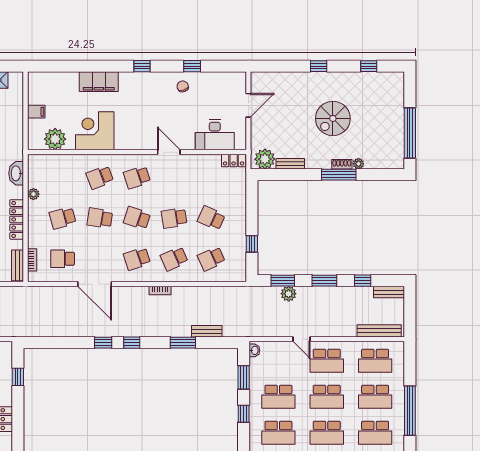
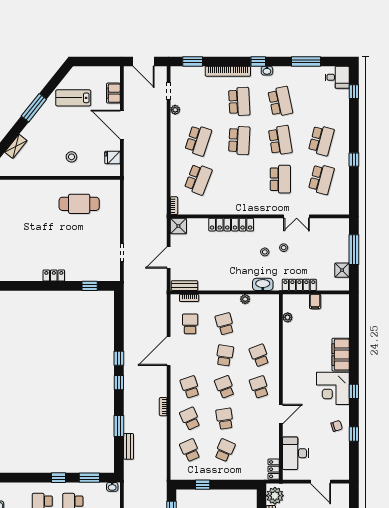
corner desk: (95, 131) -> (333, 388), moved, turned 180
plant: (55, 139) -> (288, 317), width x0.53, depth x0.53
school desk: (137, 218) -> (225, 387), turned -39
locker: (17, 219) -> (299, 285), moved

